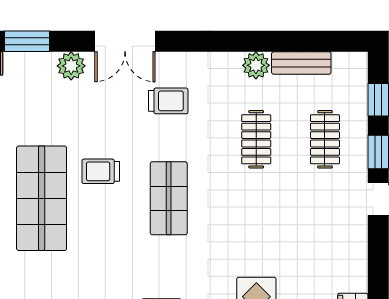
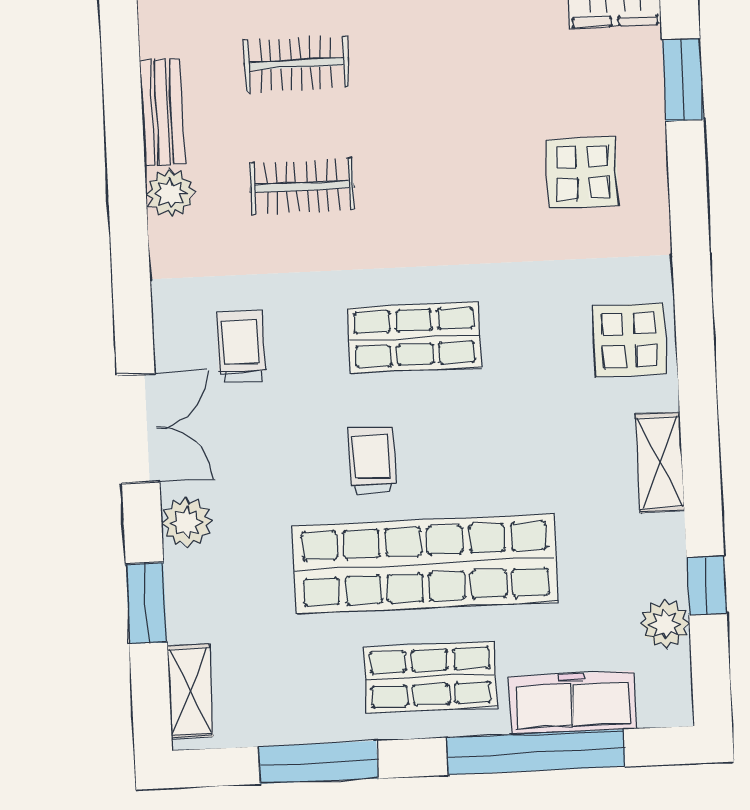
trolley: (101, 171) -> (372, 461), turned 180
shop shelf: (42, 198) -> (425, 564), width x1.40

